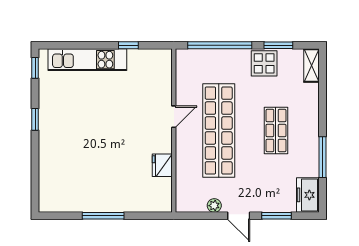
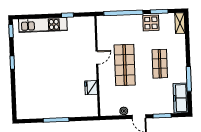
shop shelf: (219, 131) -> (125, 65), width x0.71
freezer: (308, 195) -> (181, 98), width x1.40

